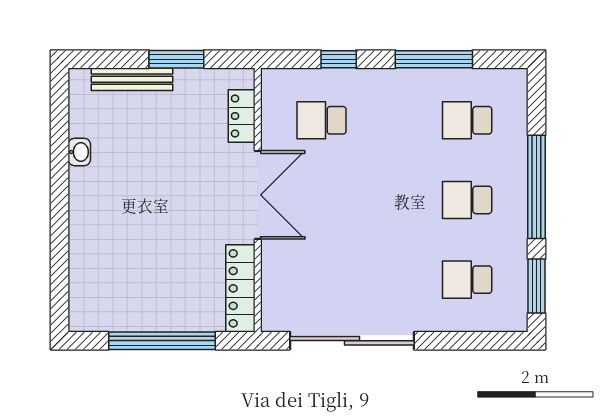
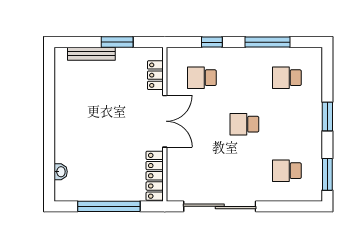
washbasin: (79, 152) -> (61, 172), moved
window: (536, 187) -> (327, 117), width x0.47
school desk: (467, 200) -> (244, 124), moved

